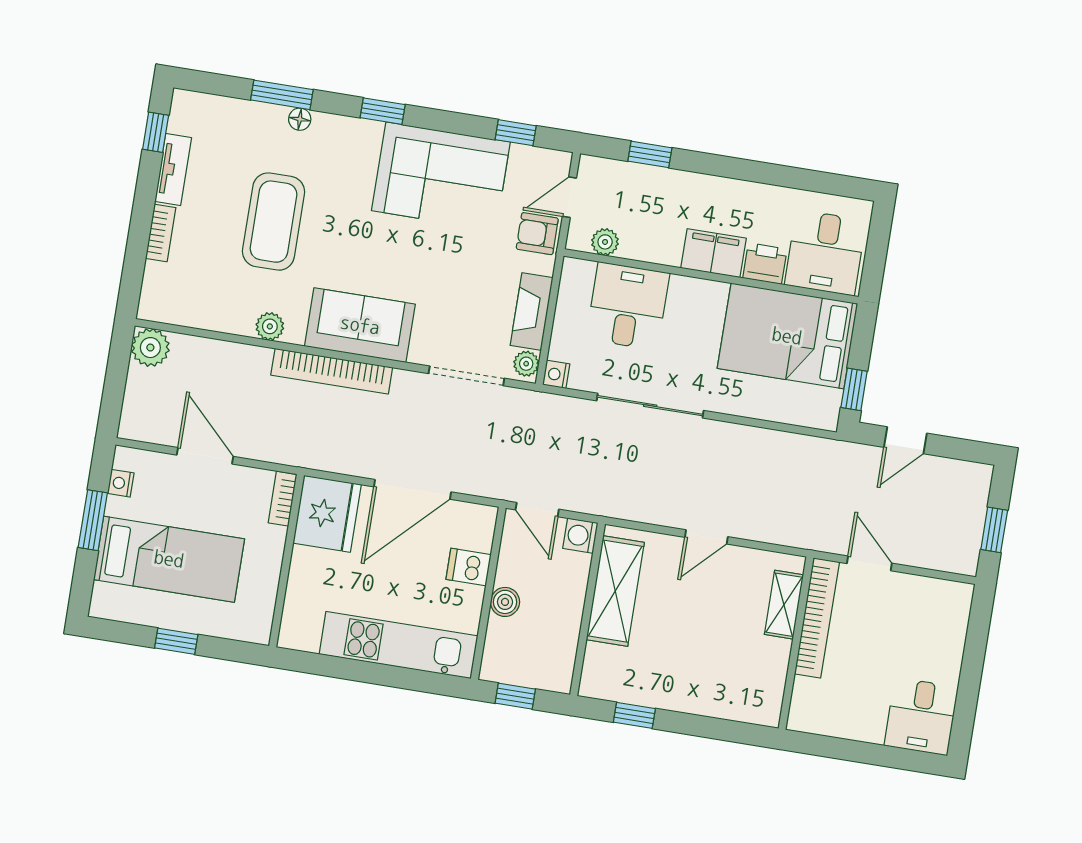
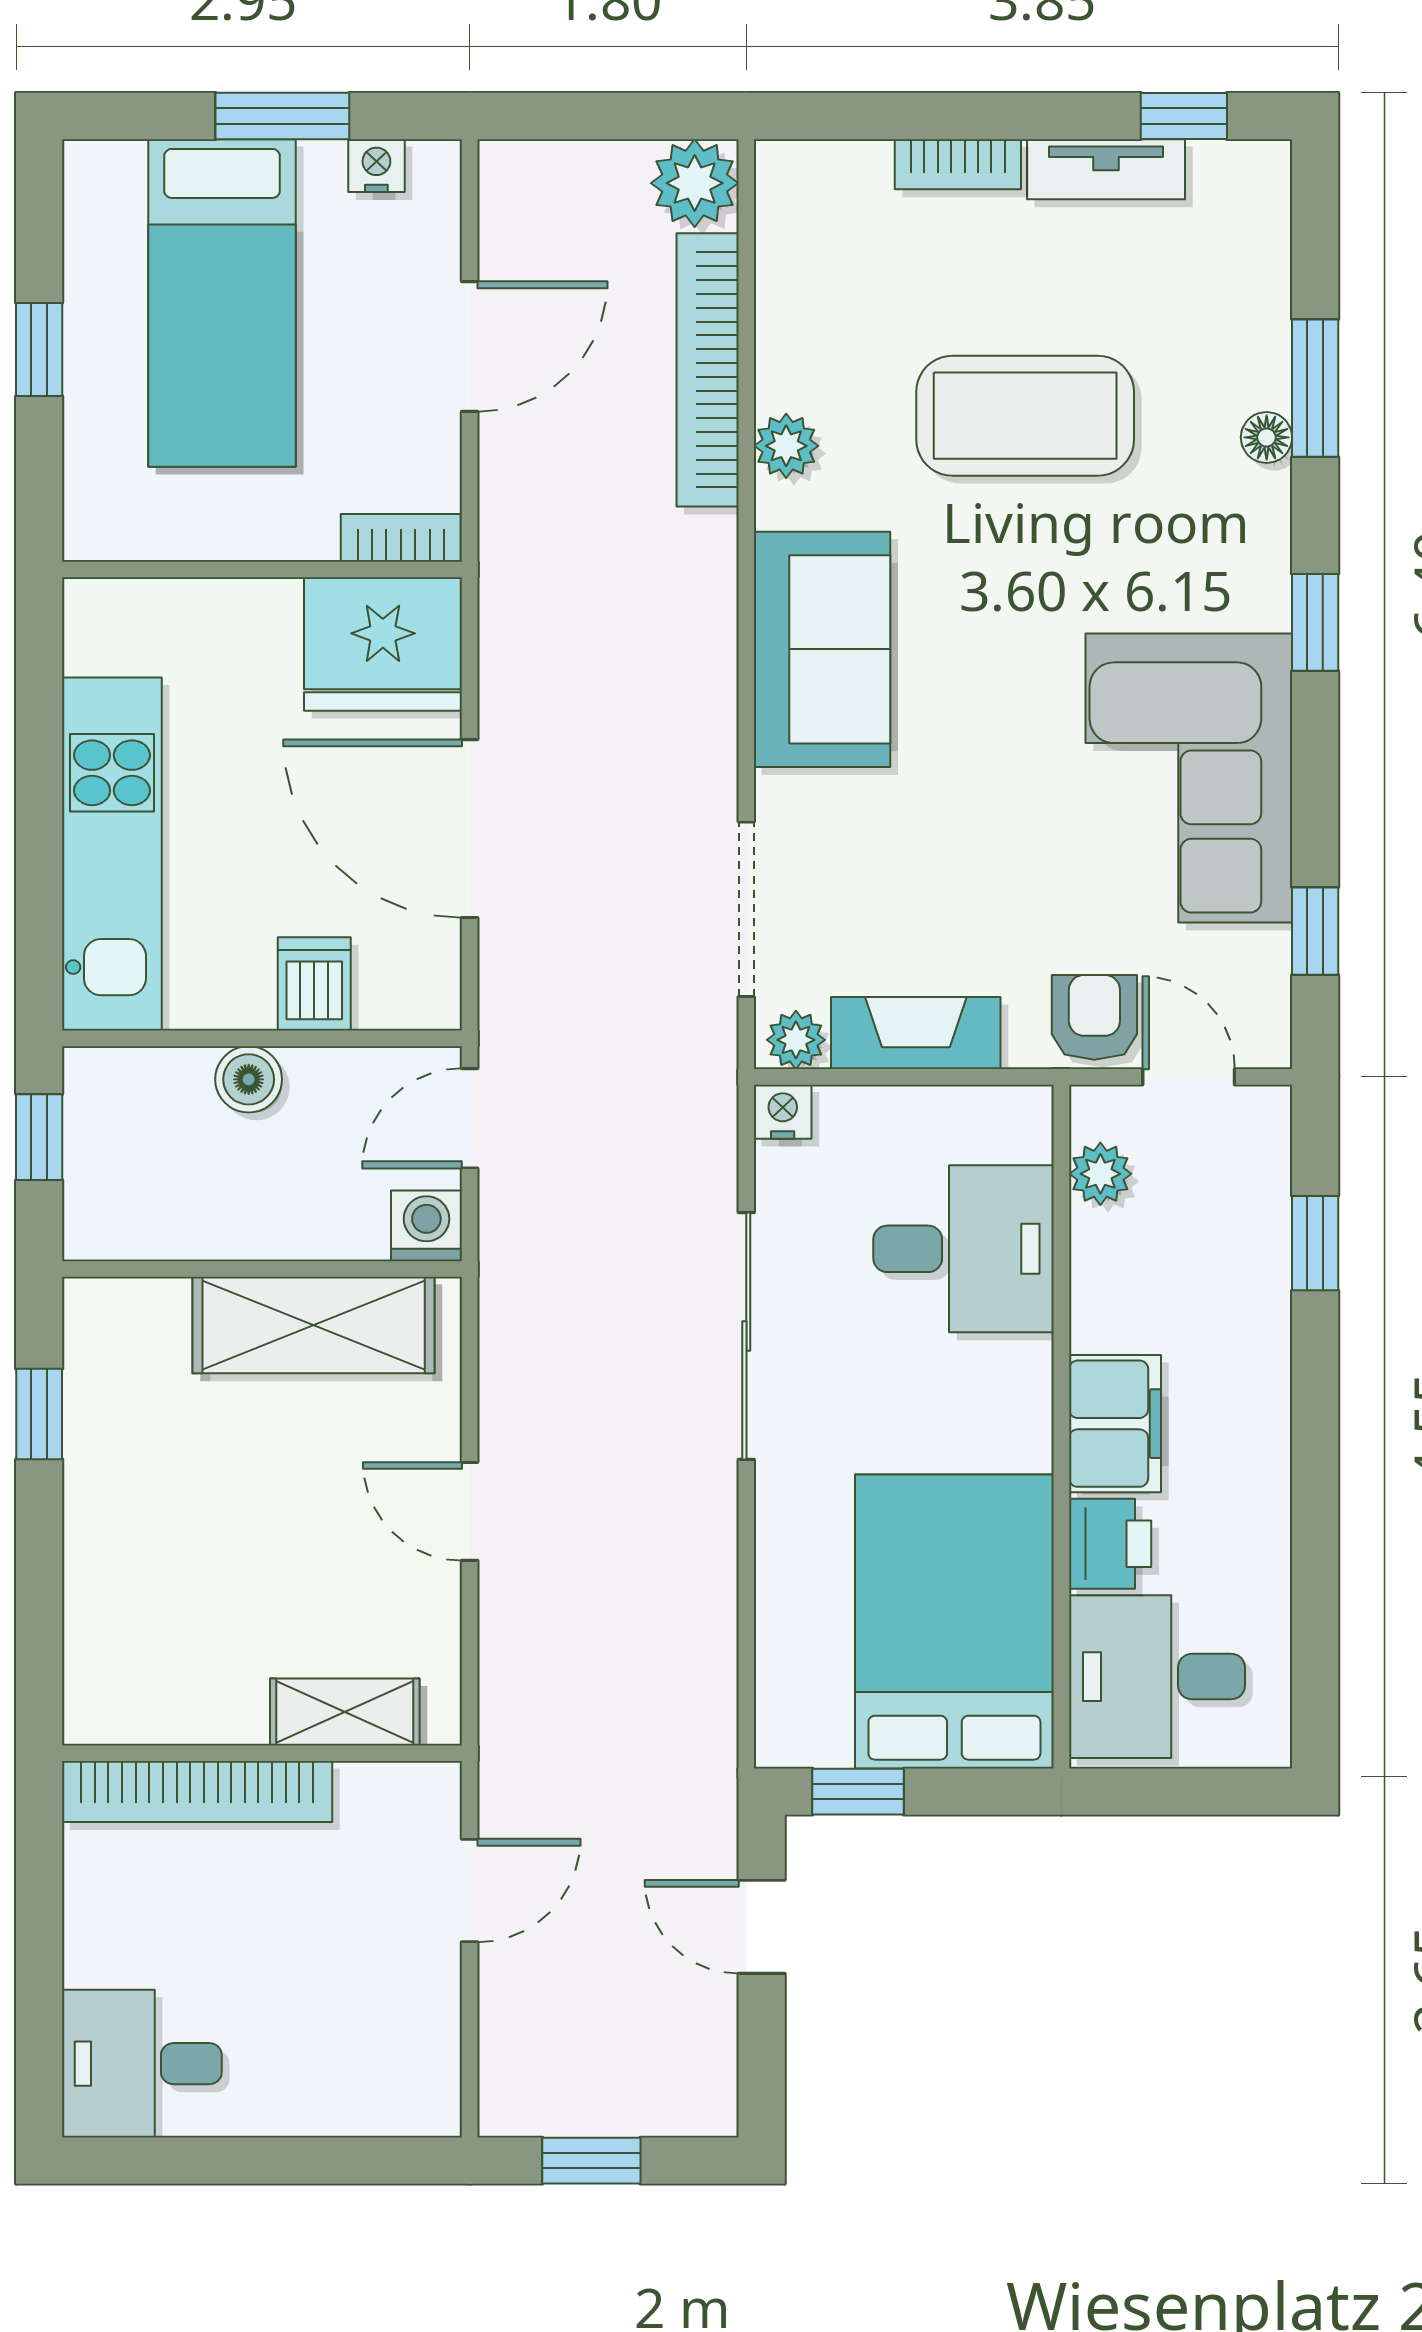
bookcase: (332, 371) -> (708, 370), moved
bookcase: (817, 618) -> (197, 1792), moved

